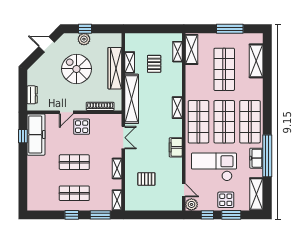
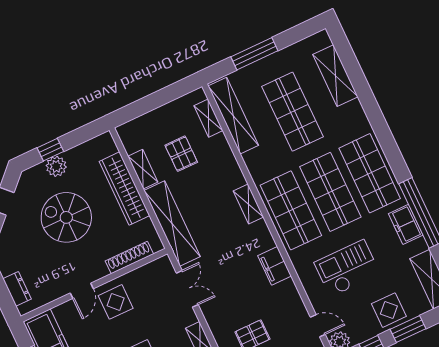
window: (230, 29) -> (254, 54), moved
shelving: (191, 49) -> (233, 116), width x1.47
checkout: (214, 167) -> (347, 268), width x0.73, depth x0.83

